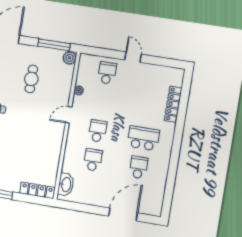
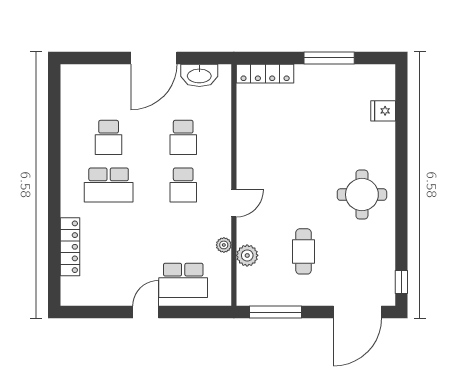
door: (133, 57) -> (146, 312), swing flipped
plant: (70, 58) -> (247, 255), moved
school desk: (107, 73) -> (183, 280), width x1.85
washbasin: (66, 185) -> (199, 75), moved, turned -90
door: (123, 214) -> (154, 58), moved

